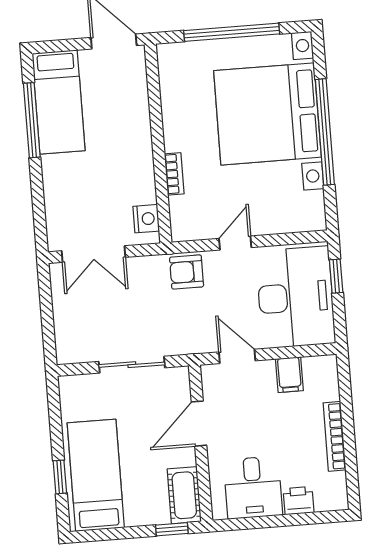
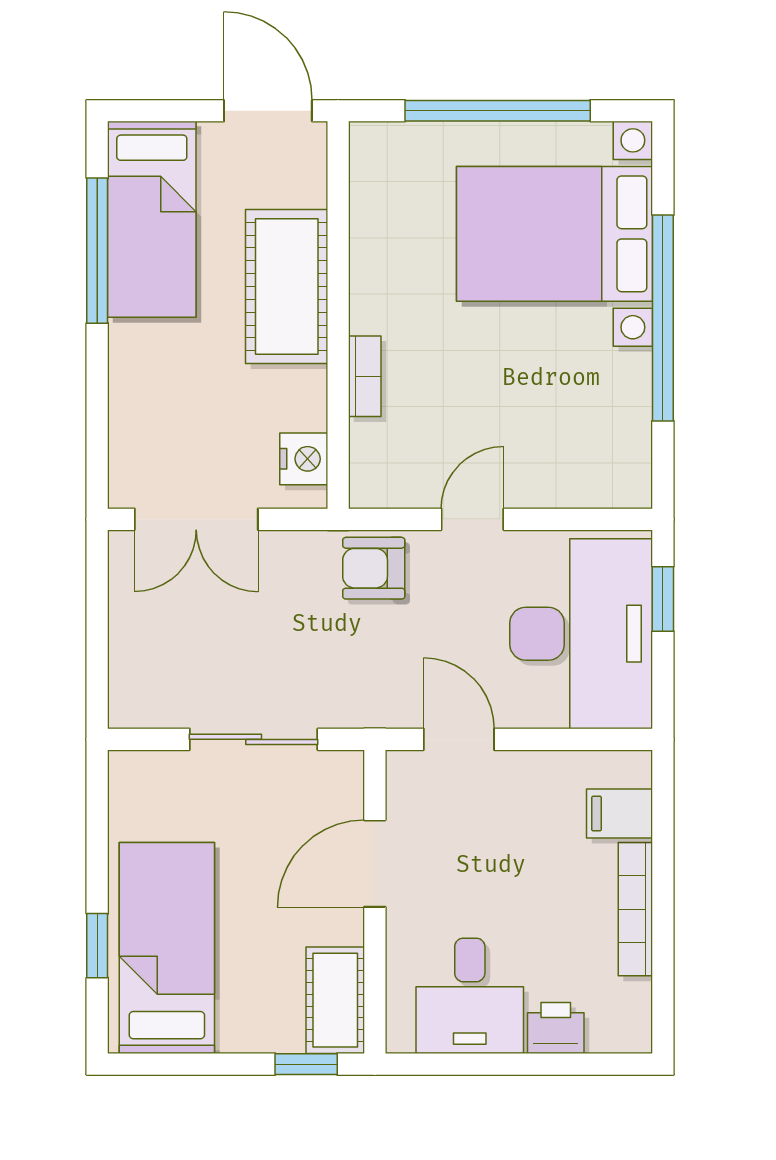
bed with nightstands: (267, 114) -> (555, 234), width x0.73
cot: (130, 131) -> (287, 287), added
filing cabinet: (289, 375) -> (620, 814), moved, turned 90

